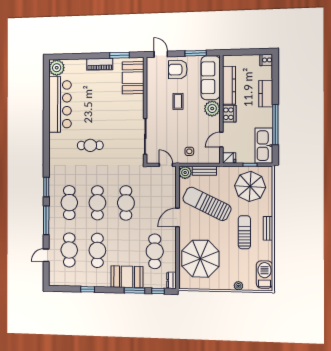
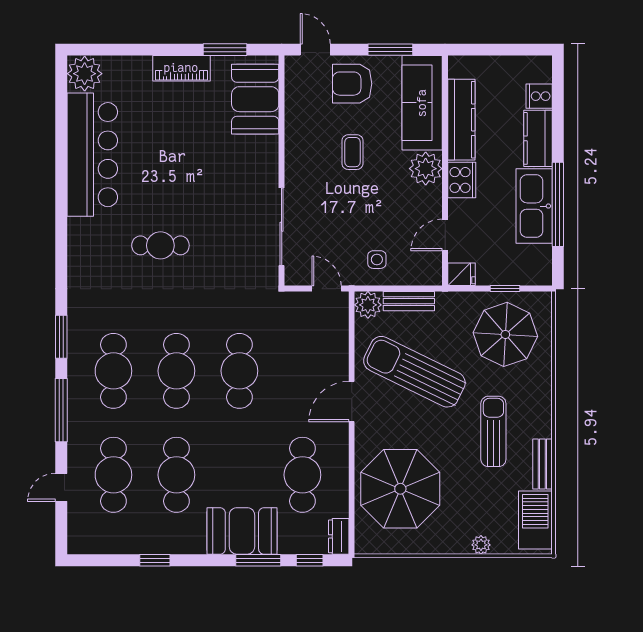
cooker: (266, 60) -> (539, 96), moved
kitchen sink: (264, 146) -> (534, 206), moved
bench: (268, 228) -> (542, 464), moved

